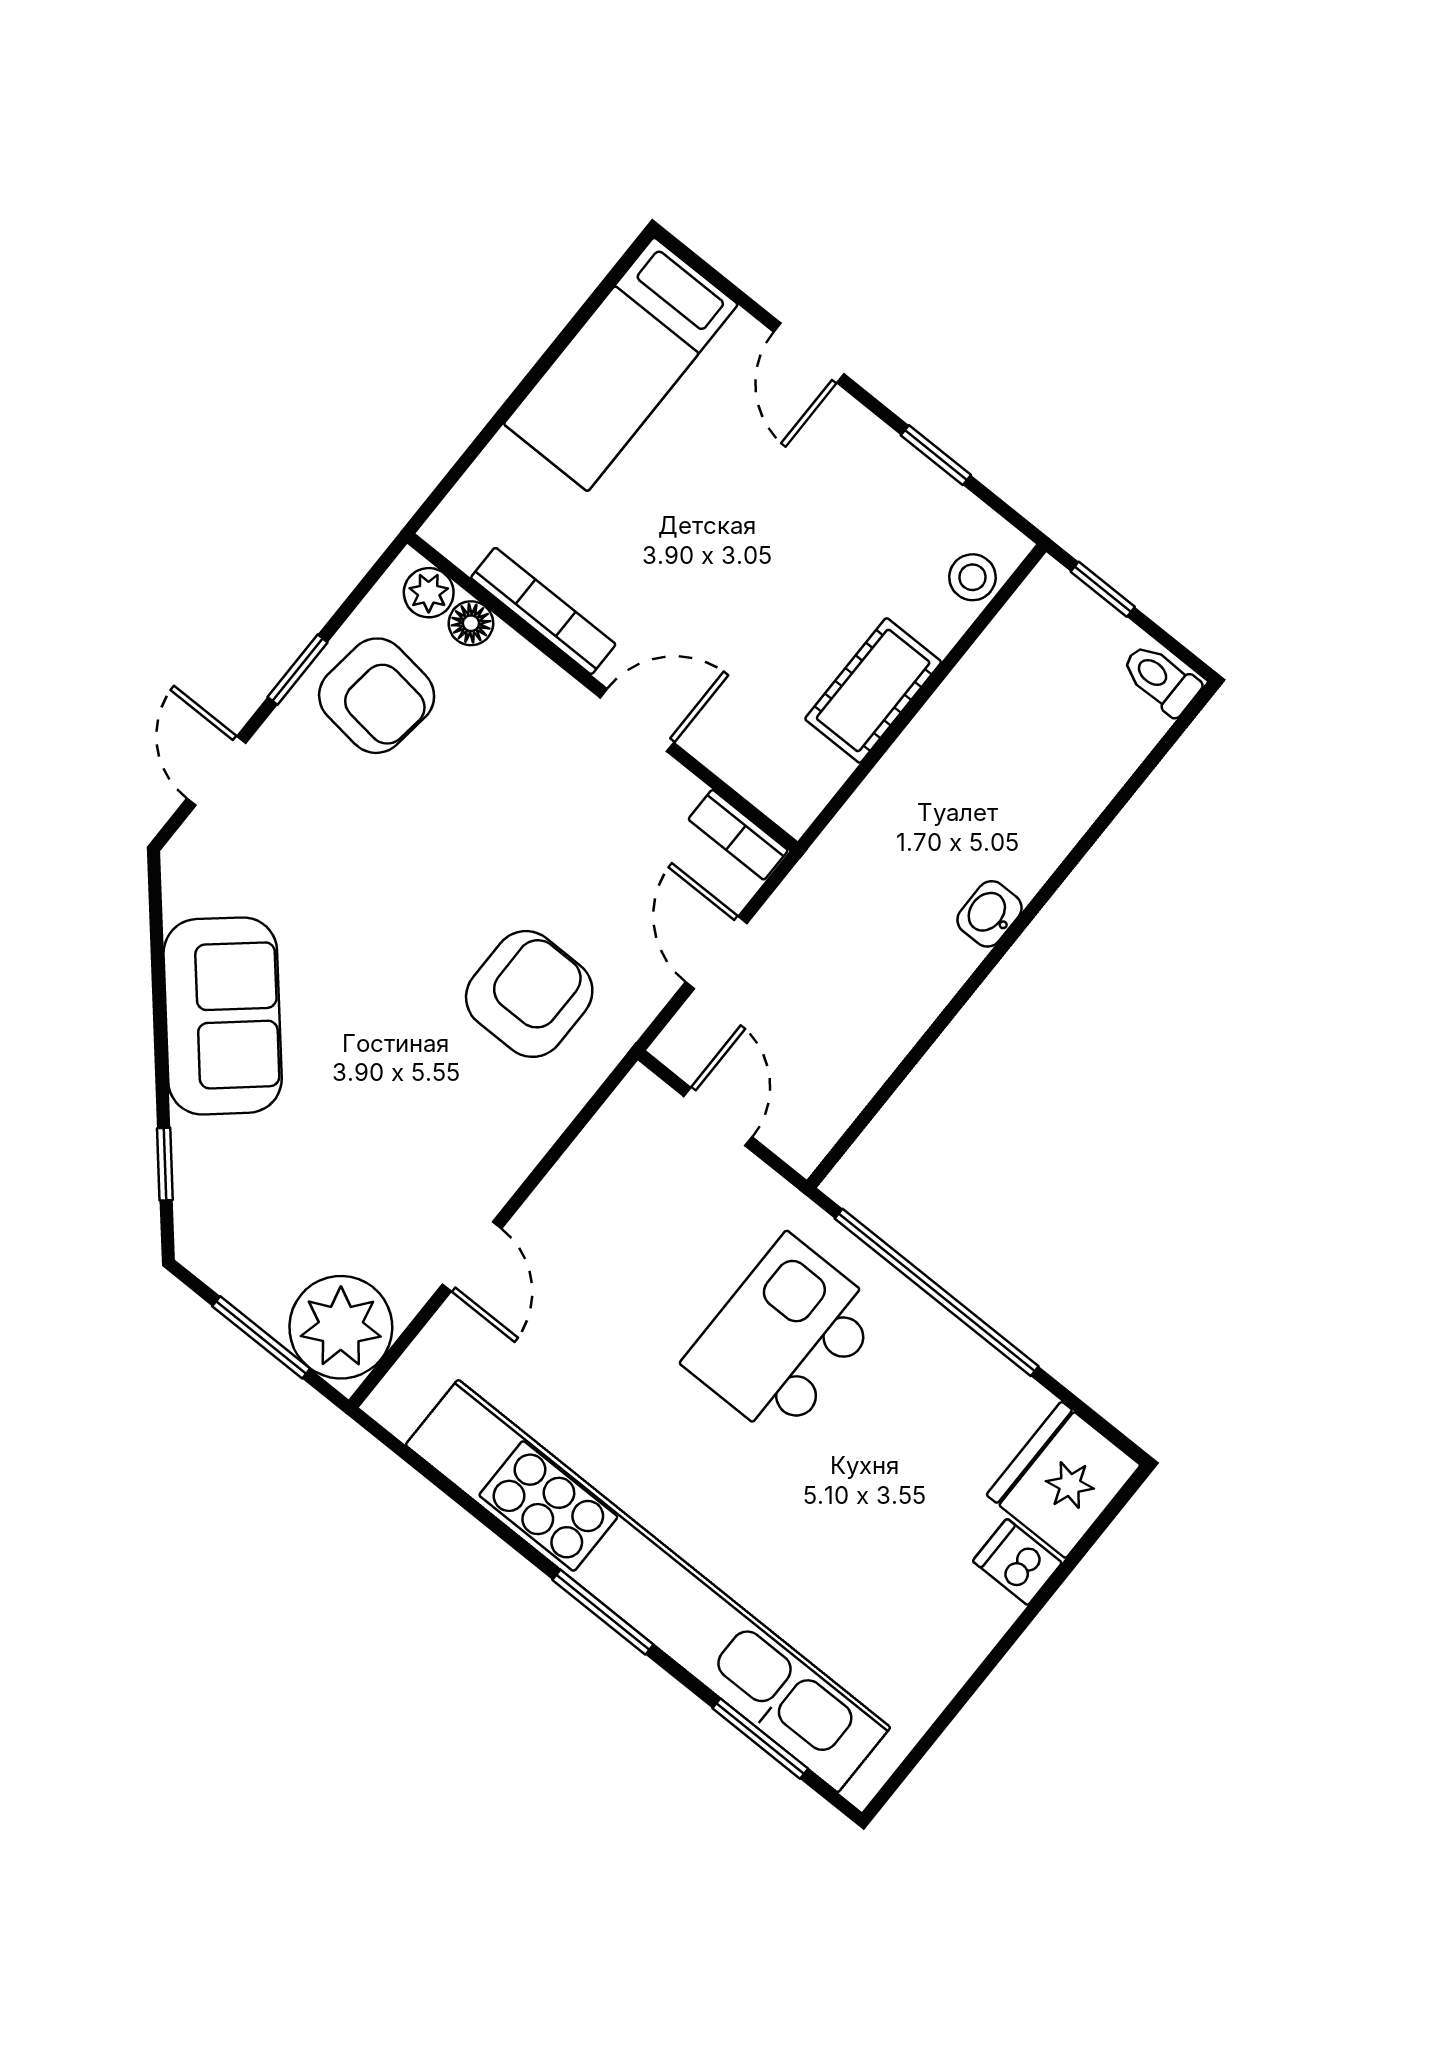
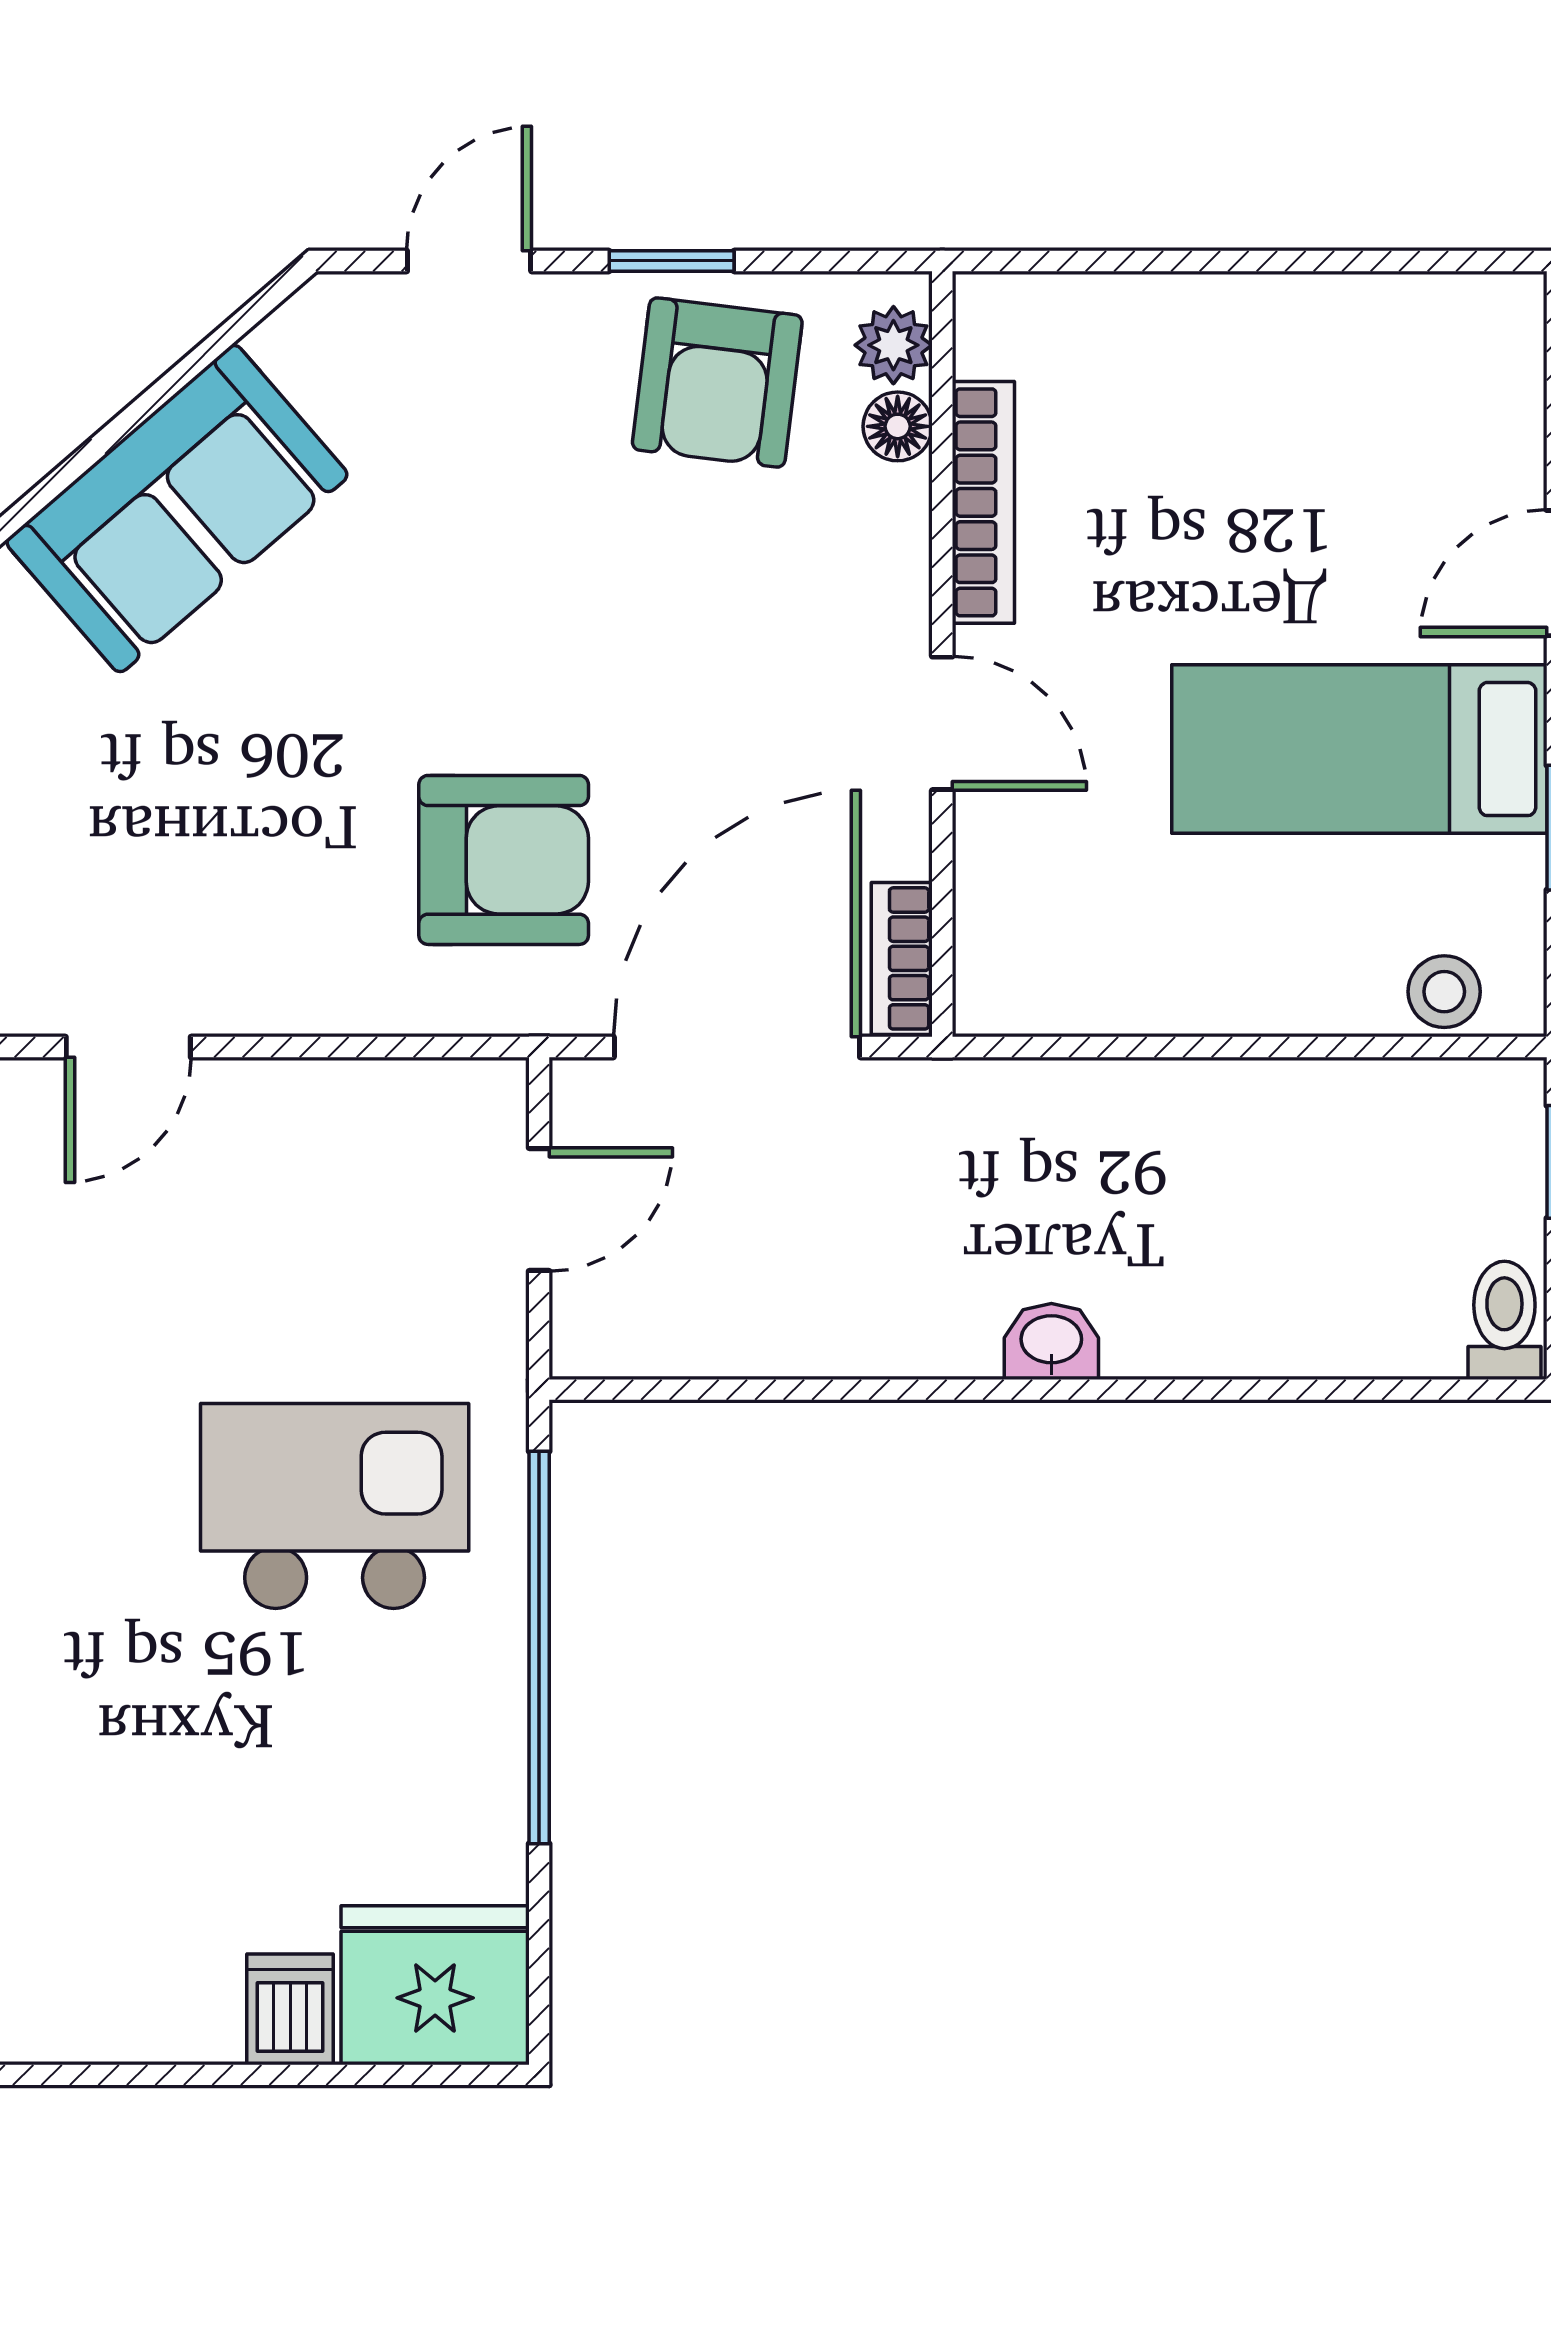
bed: (621, 364) -> (1359, 749), moved
cot: (873, 690) -> (1209, 981), removed
door: (716, 953) -> (737, 1047), width x1.88

